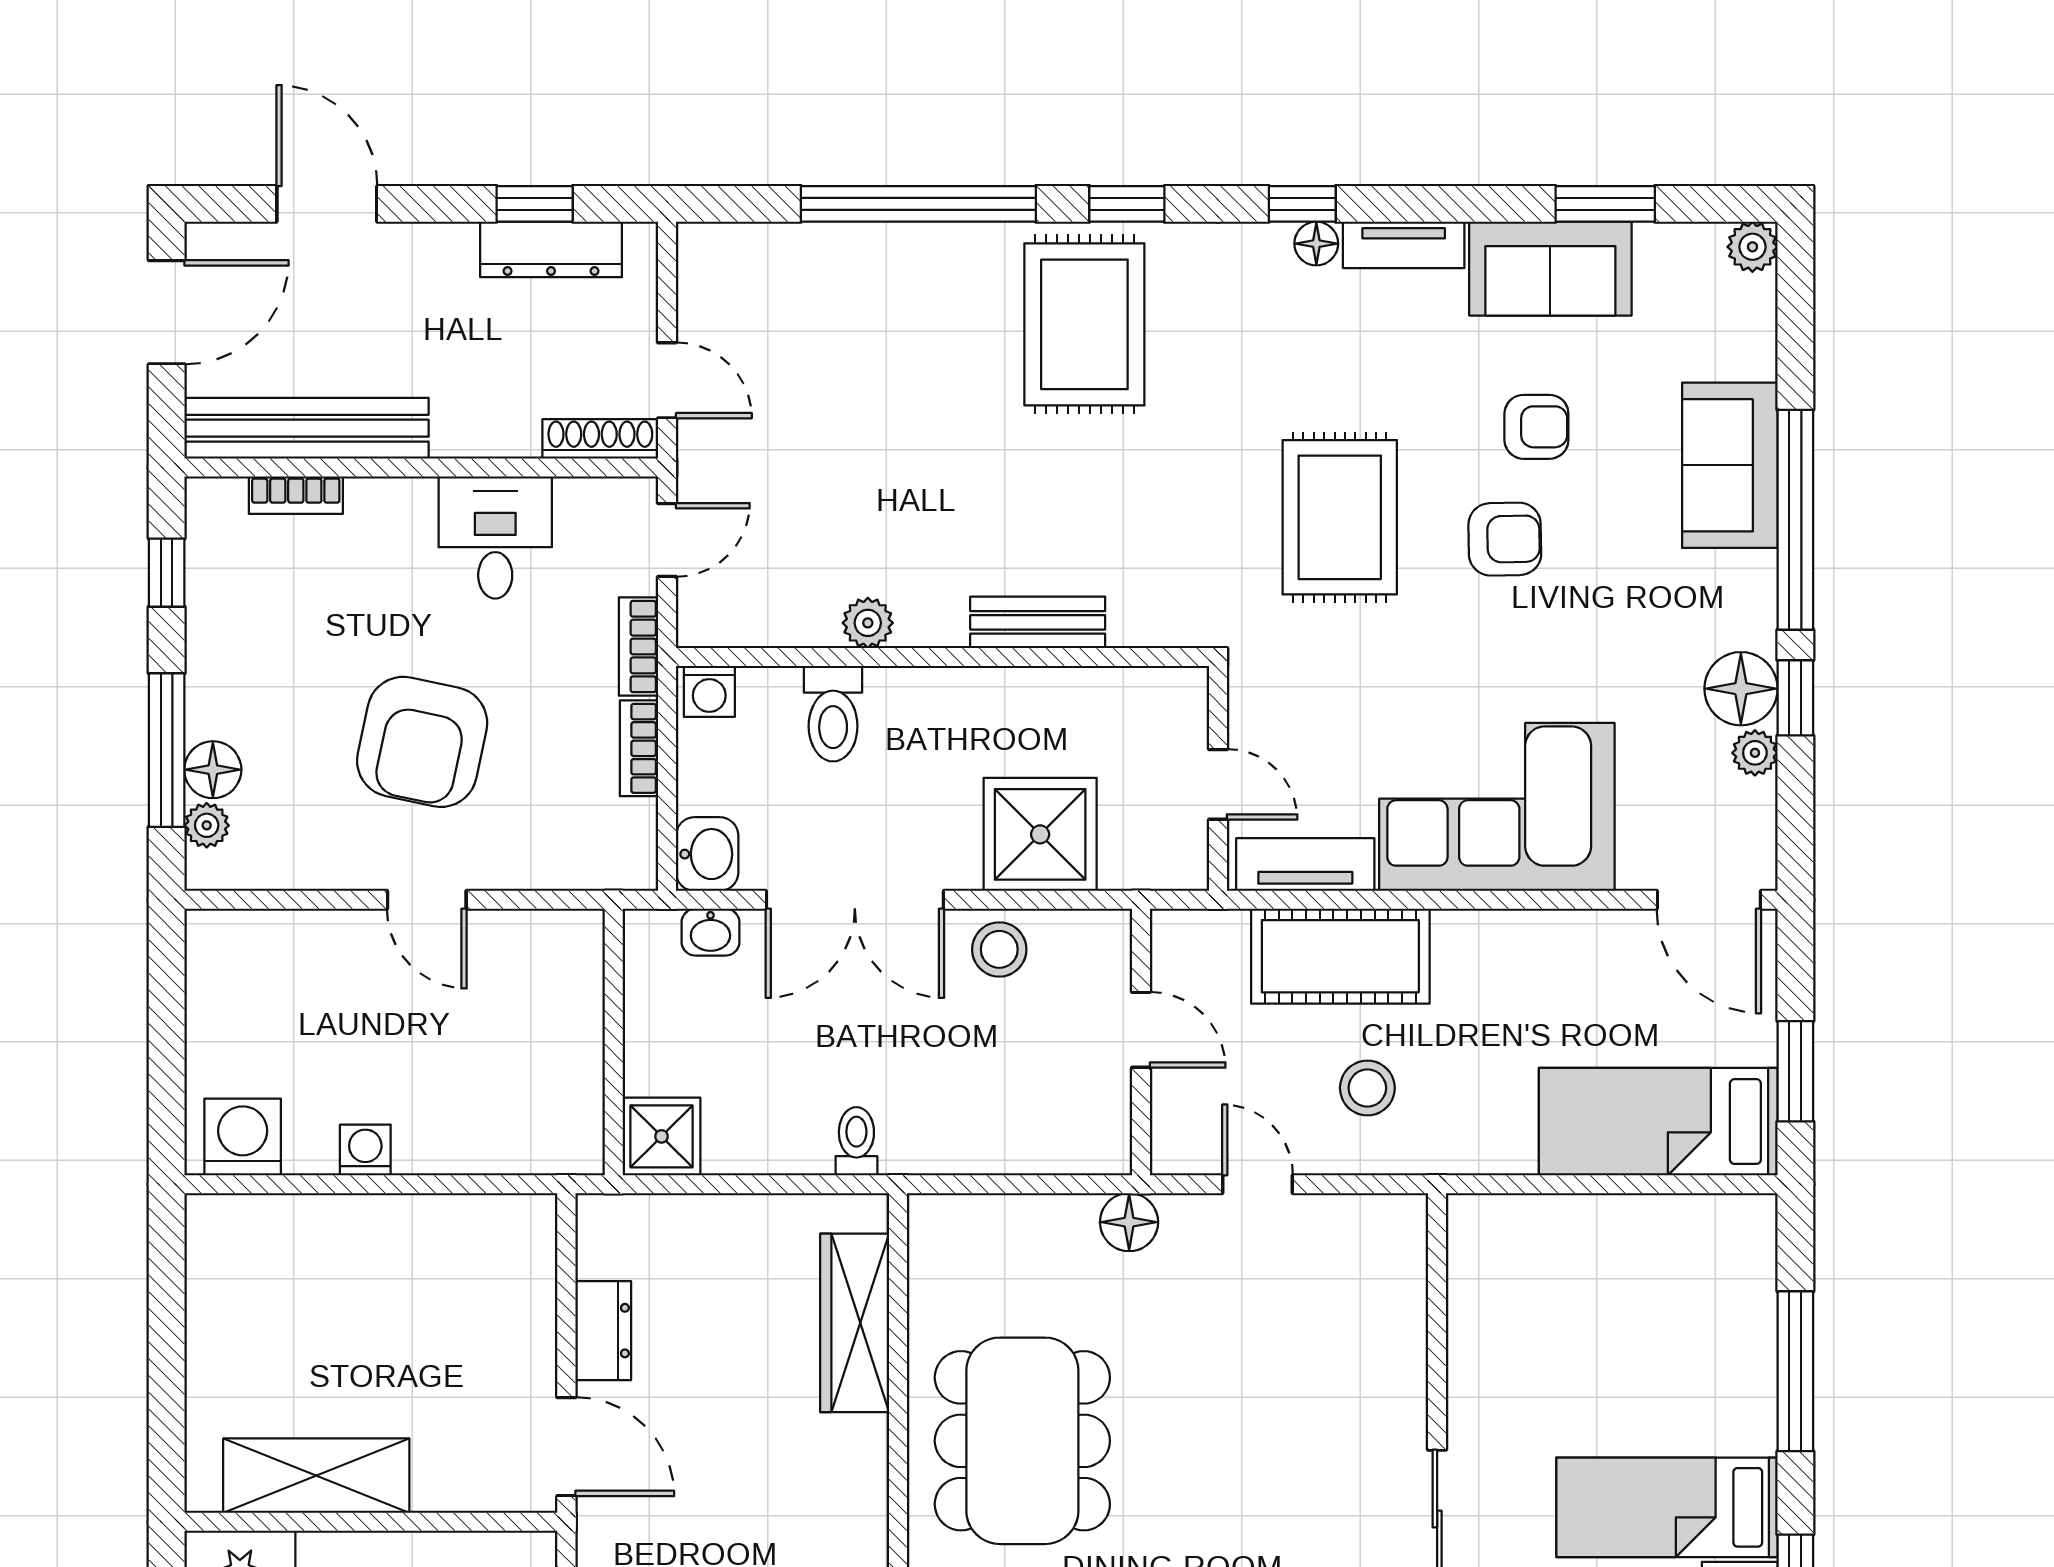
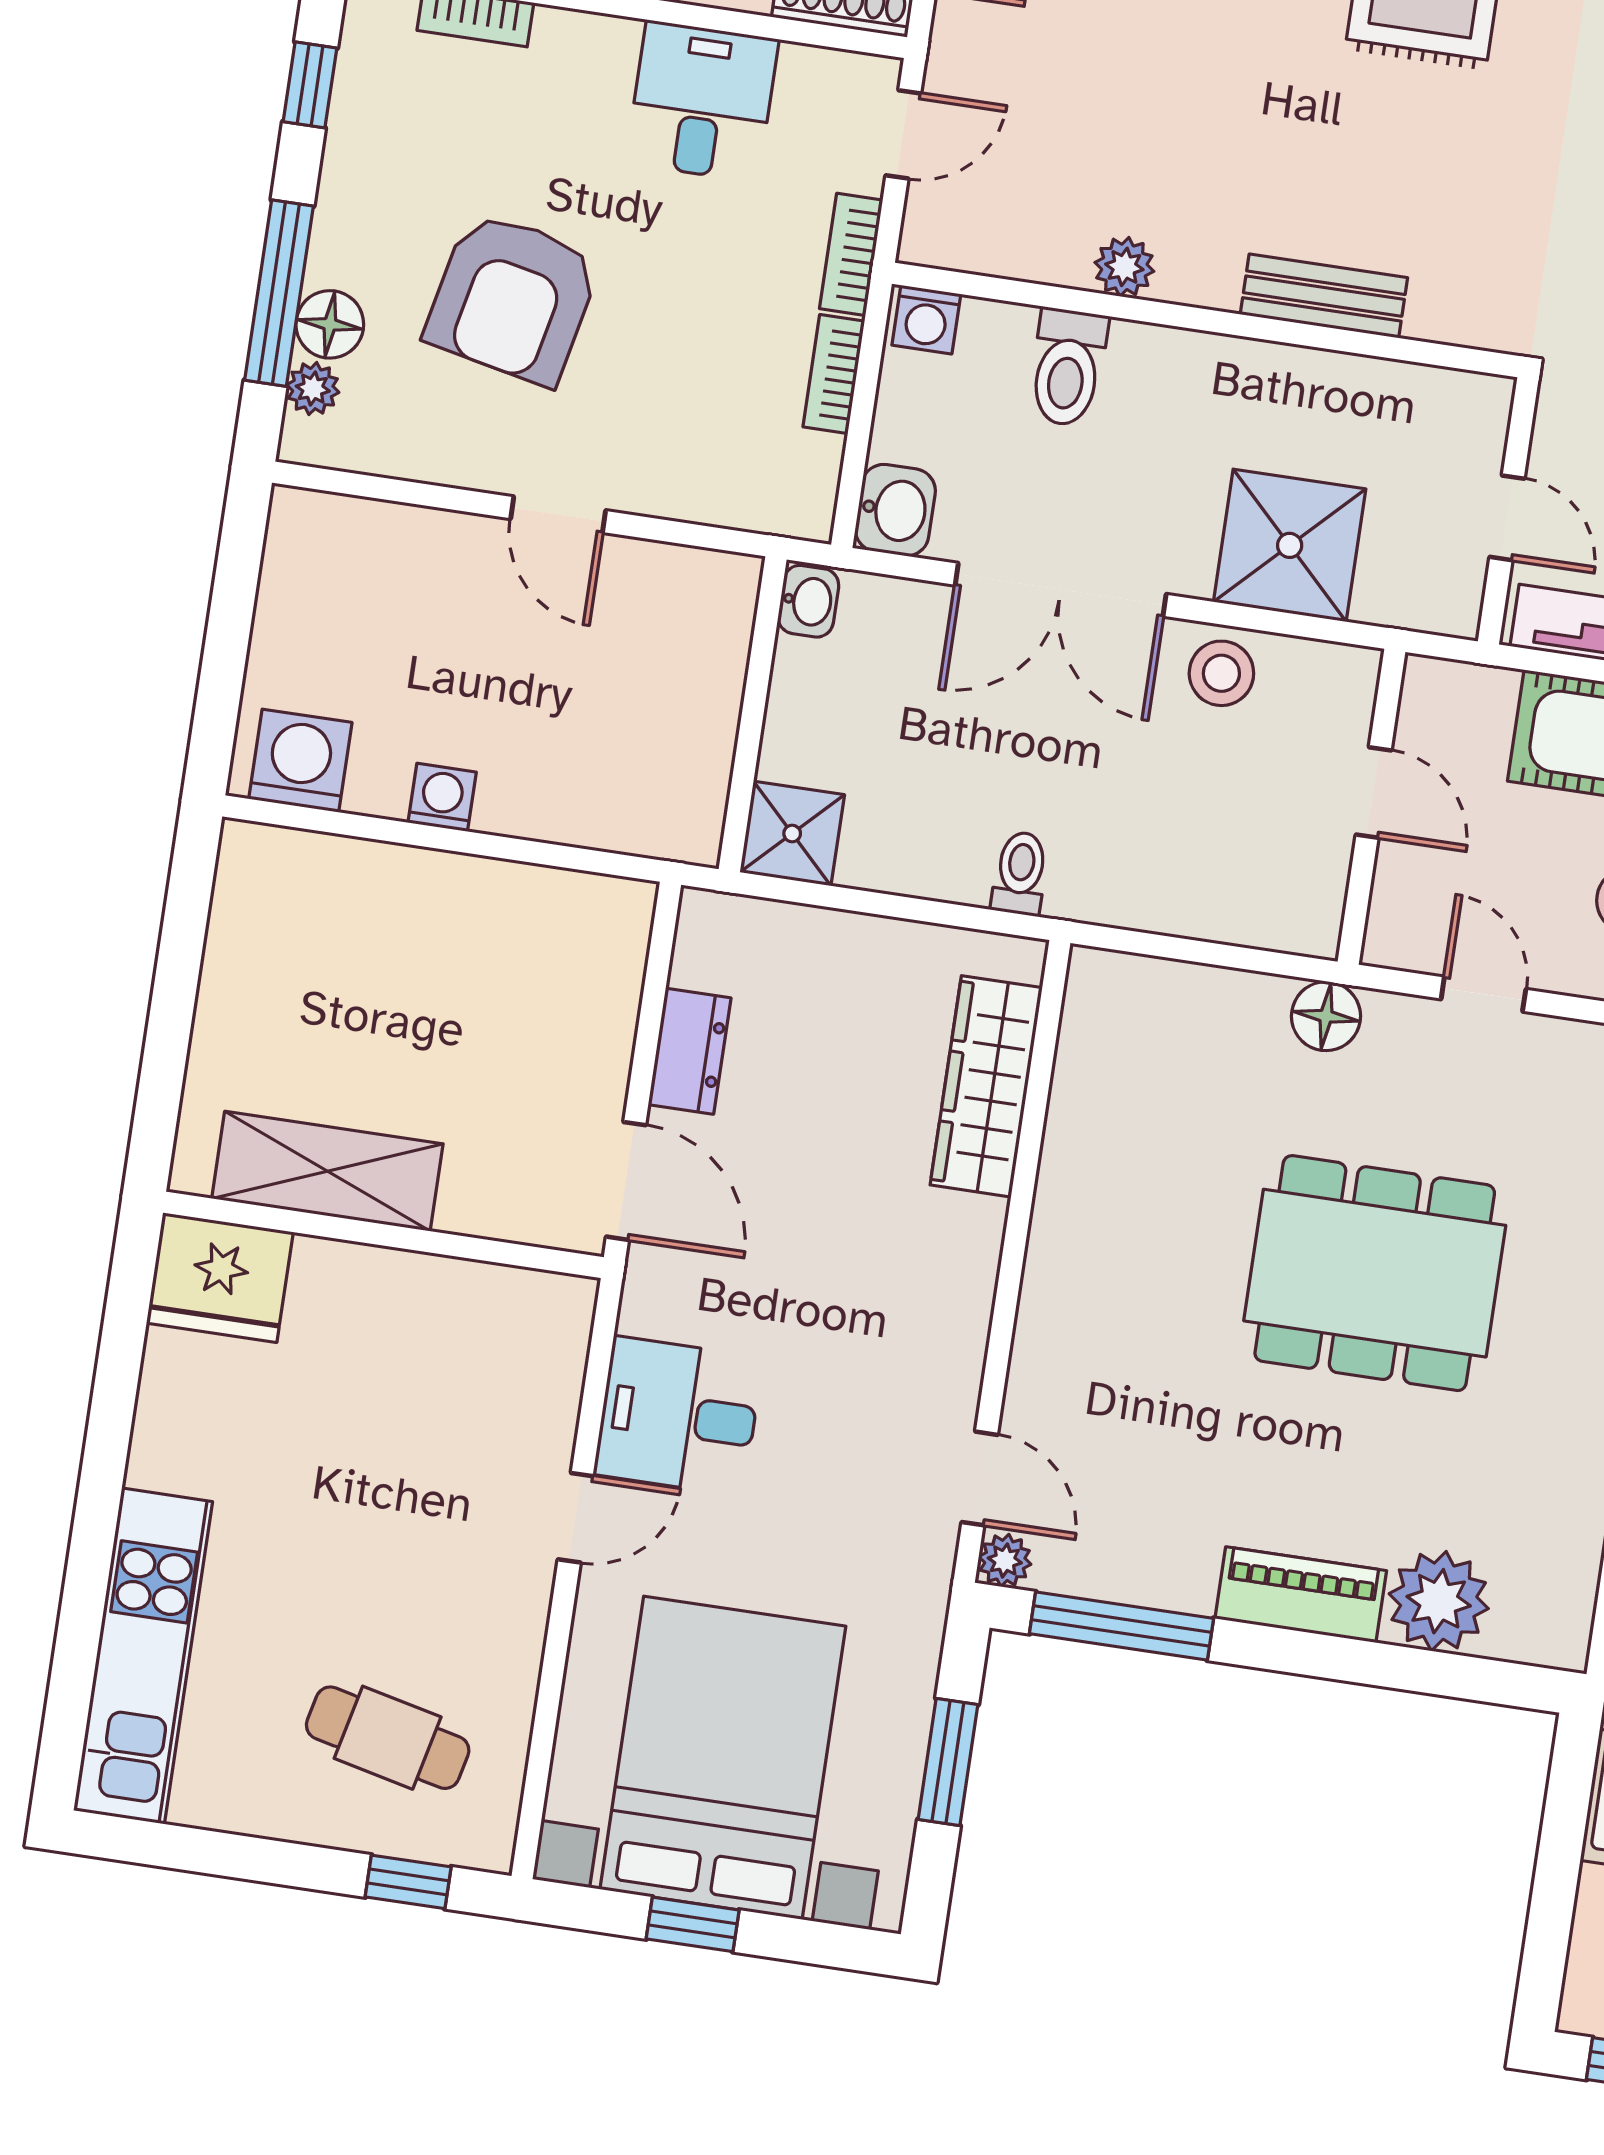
armchair: (422, 742) -> (513, 298), moved
washbasin: (710, 932) -> (808, 601), moved, turned -90
dining table: (1022, 1441) -> (1375, 1273), moved, turned 90

